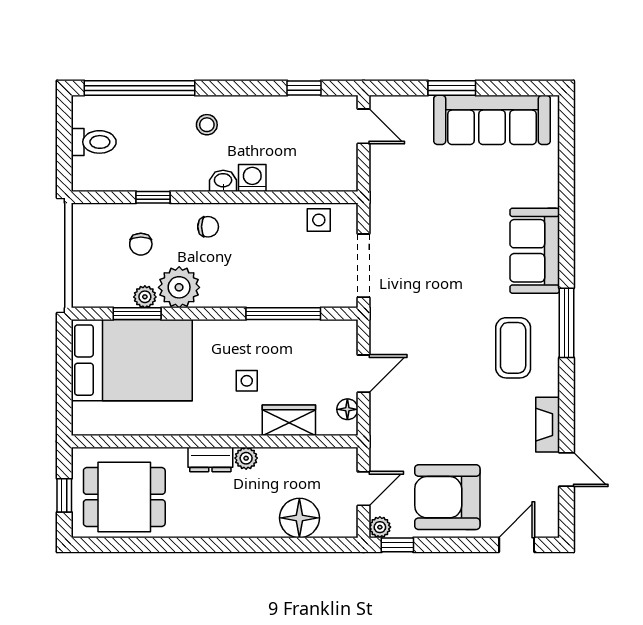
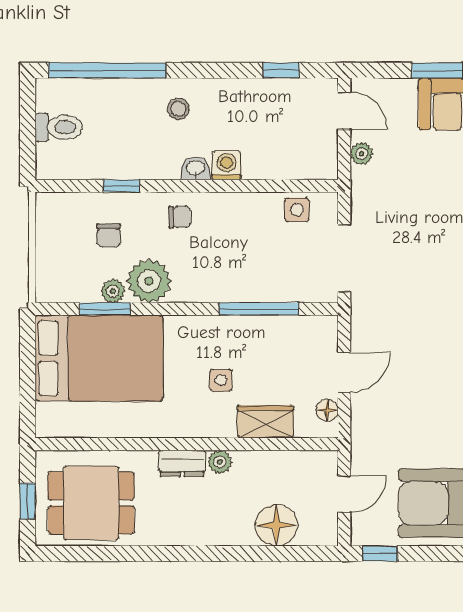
plant: (380, 527) -> (361, 154), moved

